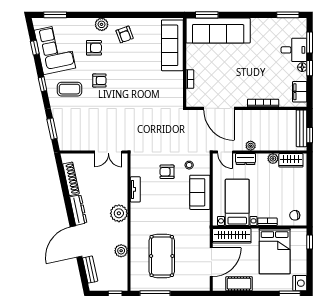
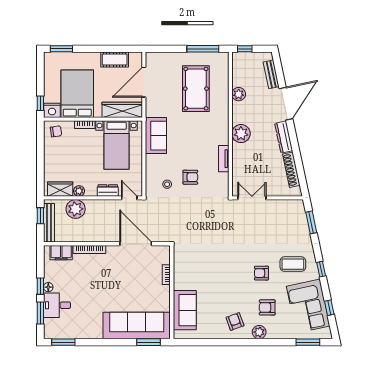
sofa: (172, 45) -> (185, 310), width x0.73
filing cabinet: (300, 92) -> (61, 253), moved, turned 90
plant: (251, 146) -> (76, 209), moved, width x1.87, depth x1.87
sofa: (200, 192) -> (156, 136), moved
nightstand: (300, 283) -> (52, 110), moved, turned -90

